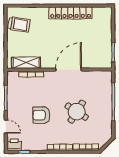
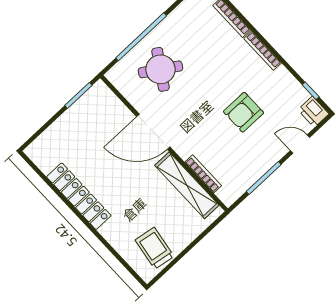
shelving: (26, 63) -> (187, 185), width x1.47
round table: (77, 112) -> (161, 69), moved
armchair: (41, 115) -> (244, 112), turned 90
door: (6, 127) -> (300, 144), hinge flipped

